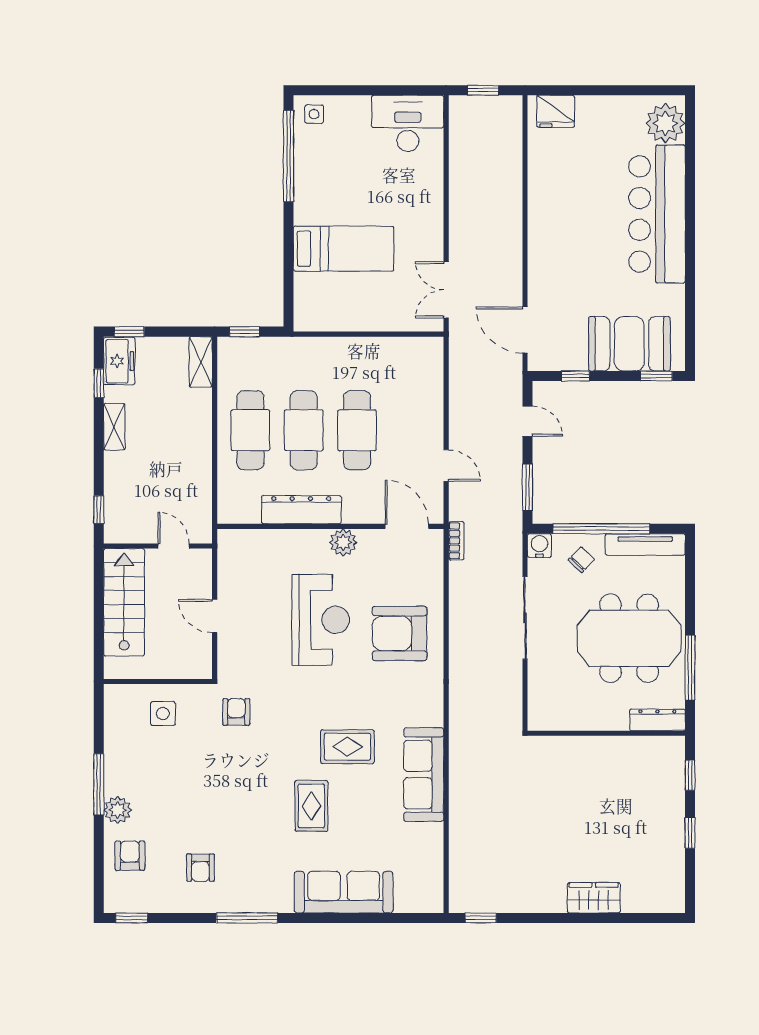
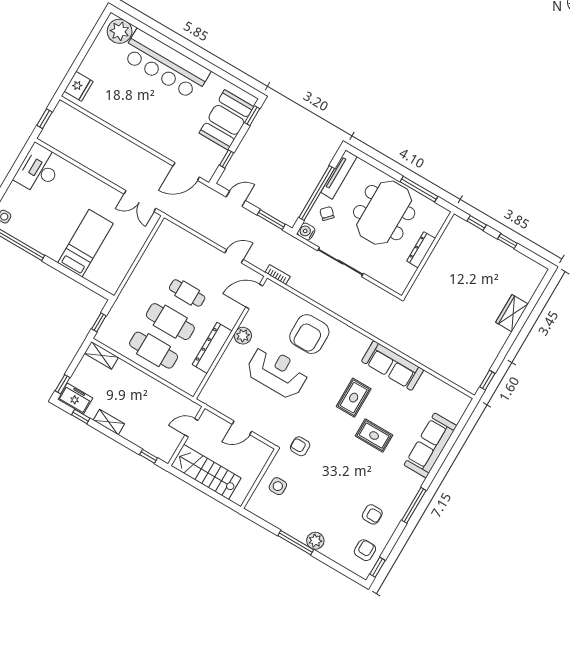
cafe table: (357, 430) -> (187, 293), width x0.73, depth x0.74
dresser: (657, 720) -> (421, 250), moved
armchair: (130, 856) -> (365, 550), moved, turned 90

